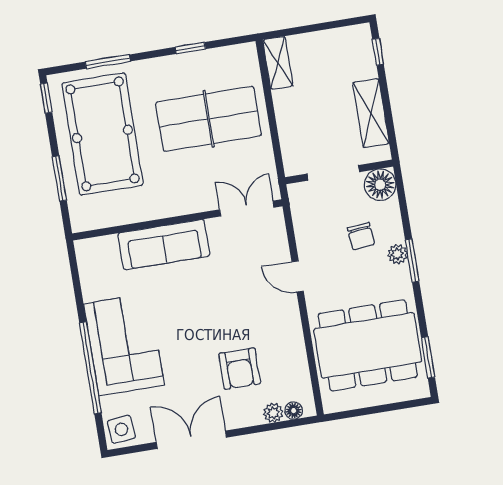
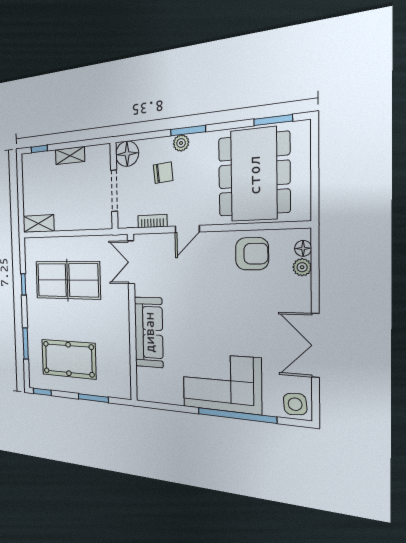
shelving: (371, 113) -> (70, 155), width x0.67, depth x0.75
table tennis table: (209, 119) -> (68, 280), turned 90
pool table: (102, 134) -> (68, 359), width x0.73, depth x0.76
bookcase: (301, 230) -> (152, 221), added
armchair: (240, 369) -> (252, 254), moved

